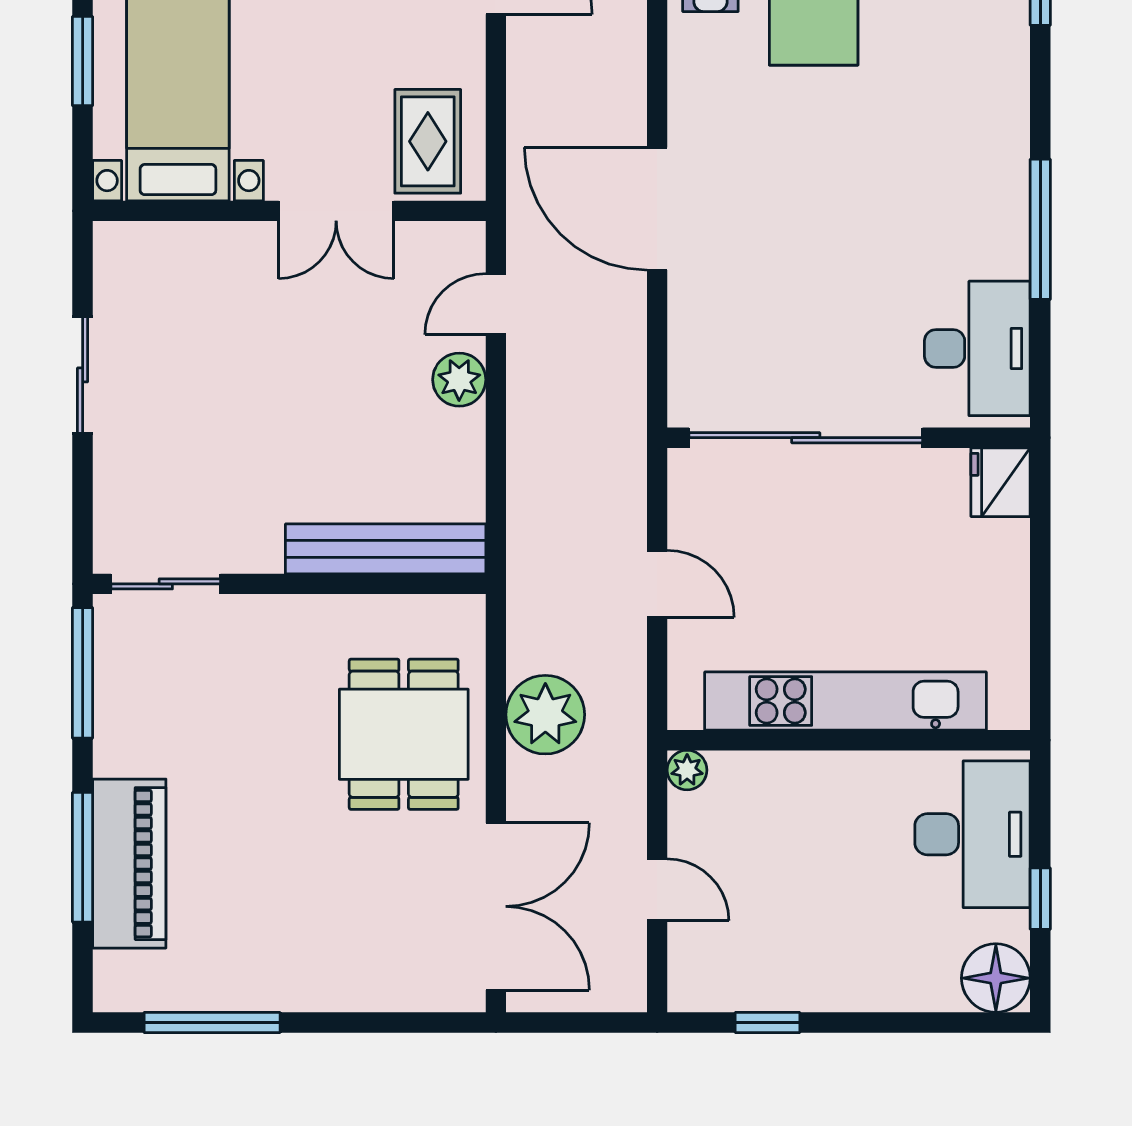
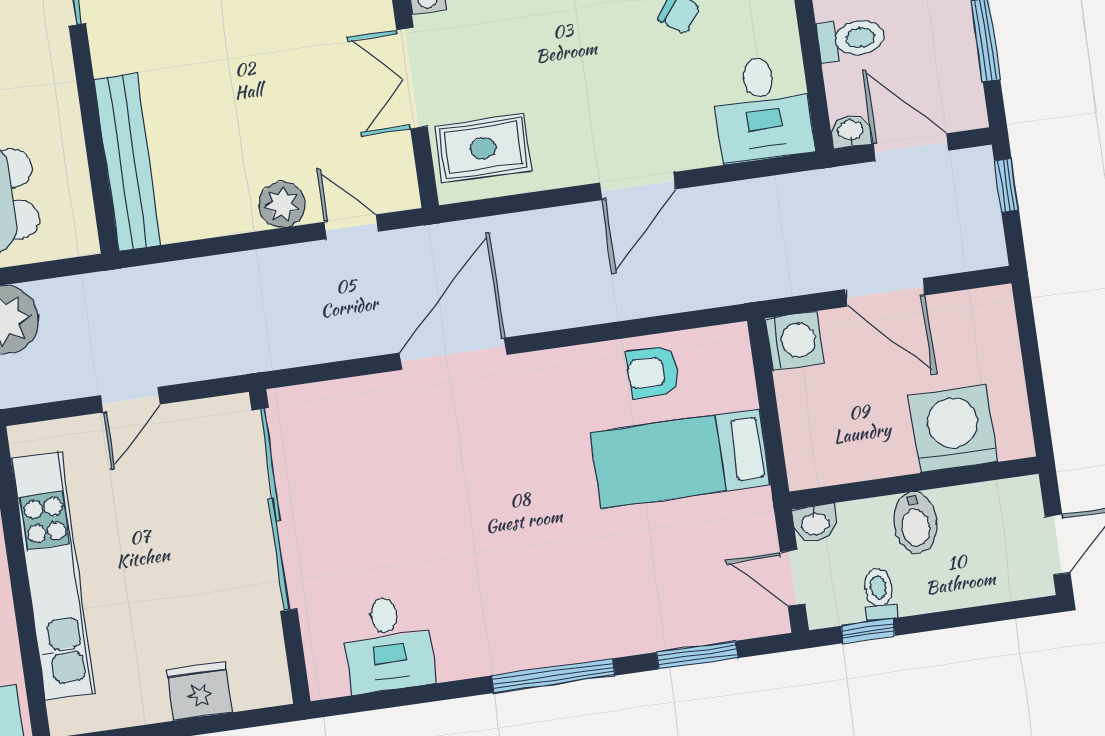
window: (1040, 229) -> (554, 676), moved
desk: (977, 348) -> (388, 644), width x0.73
fridge: (1001, 482) -> (199, 691), moved

